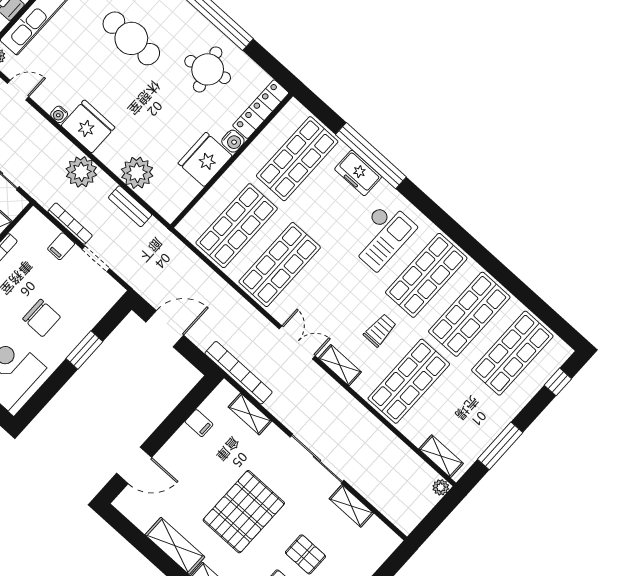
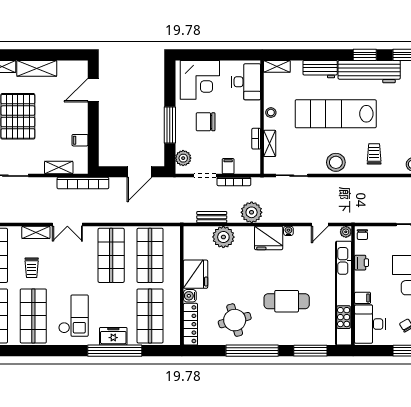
checkout: (382, 236) -> (73, 316), turned 180
plant: (103, 300) -> (183, 158), added
window: (84, 350) -> (170, 125), width x1.44

